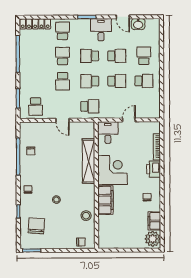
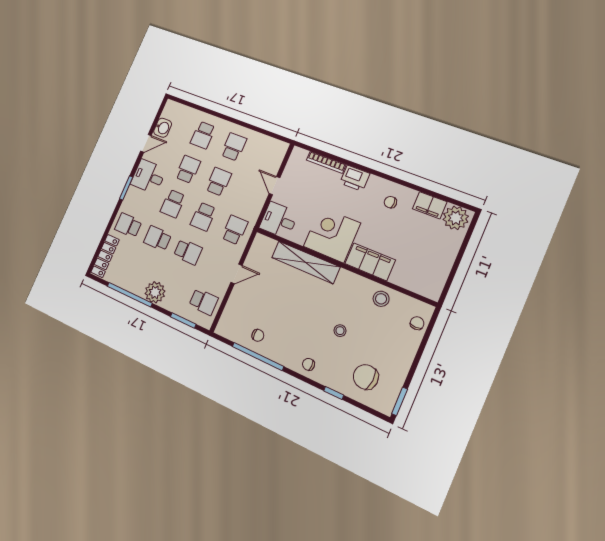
school desk: (144, 56) -> (203, 135), turned -90
plant: (27, 71) -> (155, 292), added

